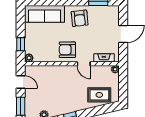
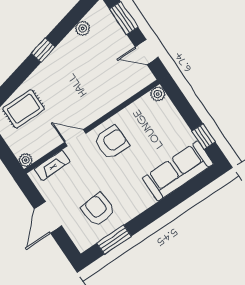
armchair: (80, 18) -> (98, 210), moved
window: (21, 44) -> (204, 137), moved

